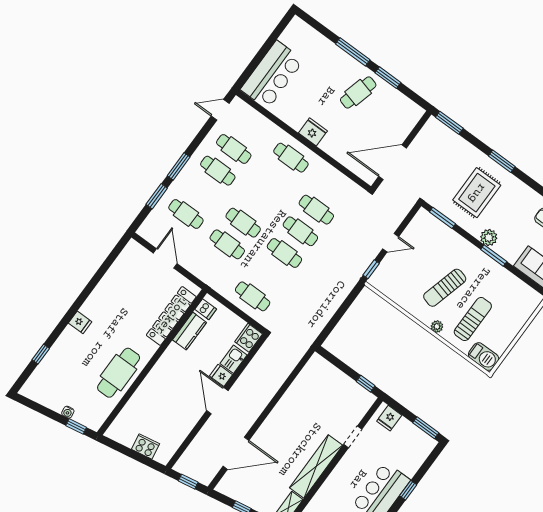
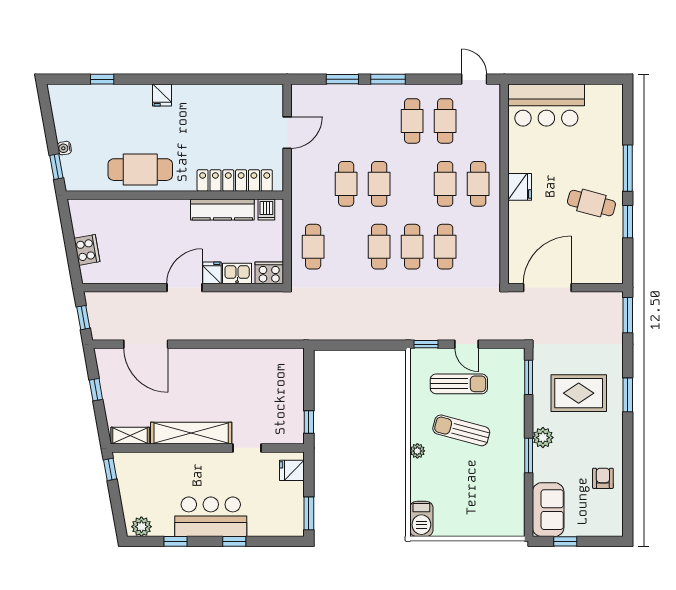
door: (392, 162) -> (547, 288), hinge flipped
cafe table: (186, 214) -> (445, 184), moved
sun lounger: (473, 319) -> (459, 384), moved
kitchen counter: (190, 331) -> (222, 210), width x1.50

